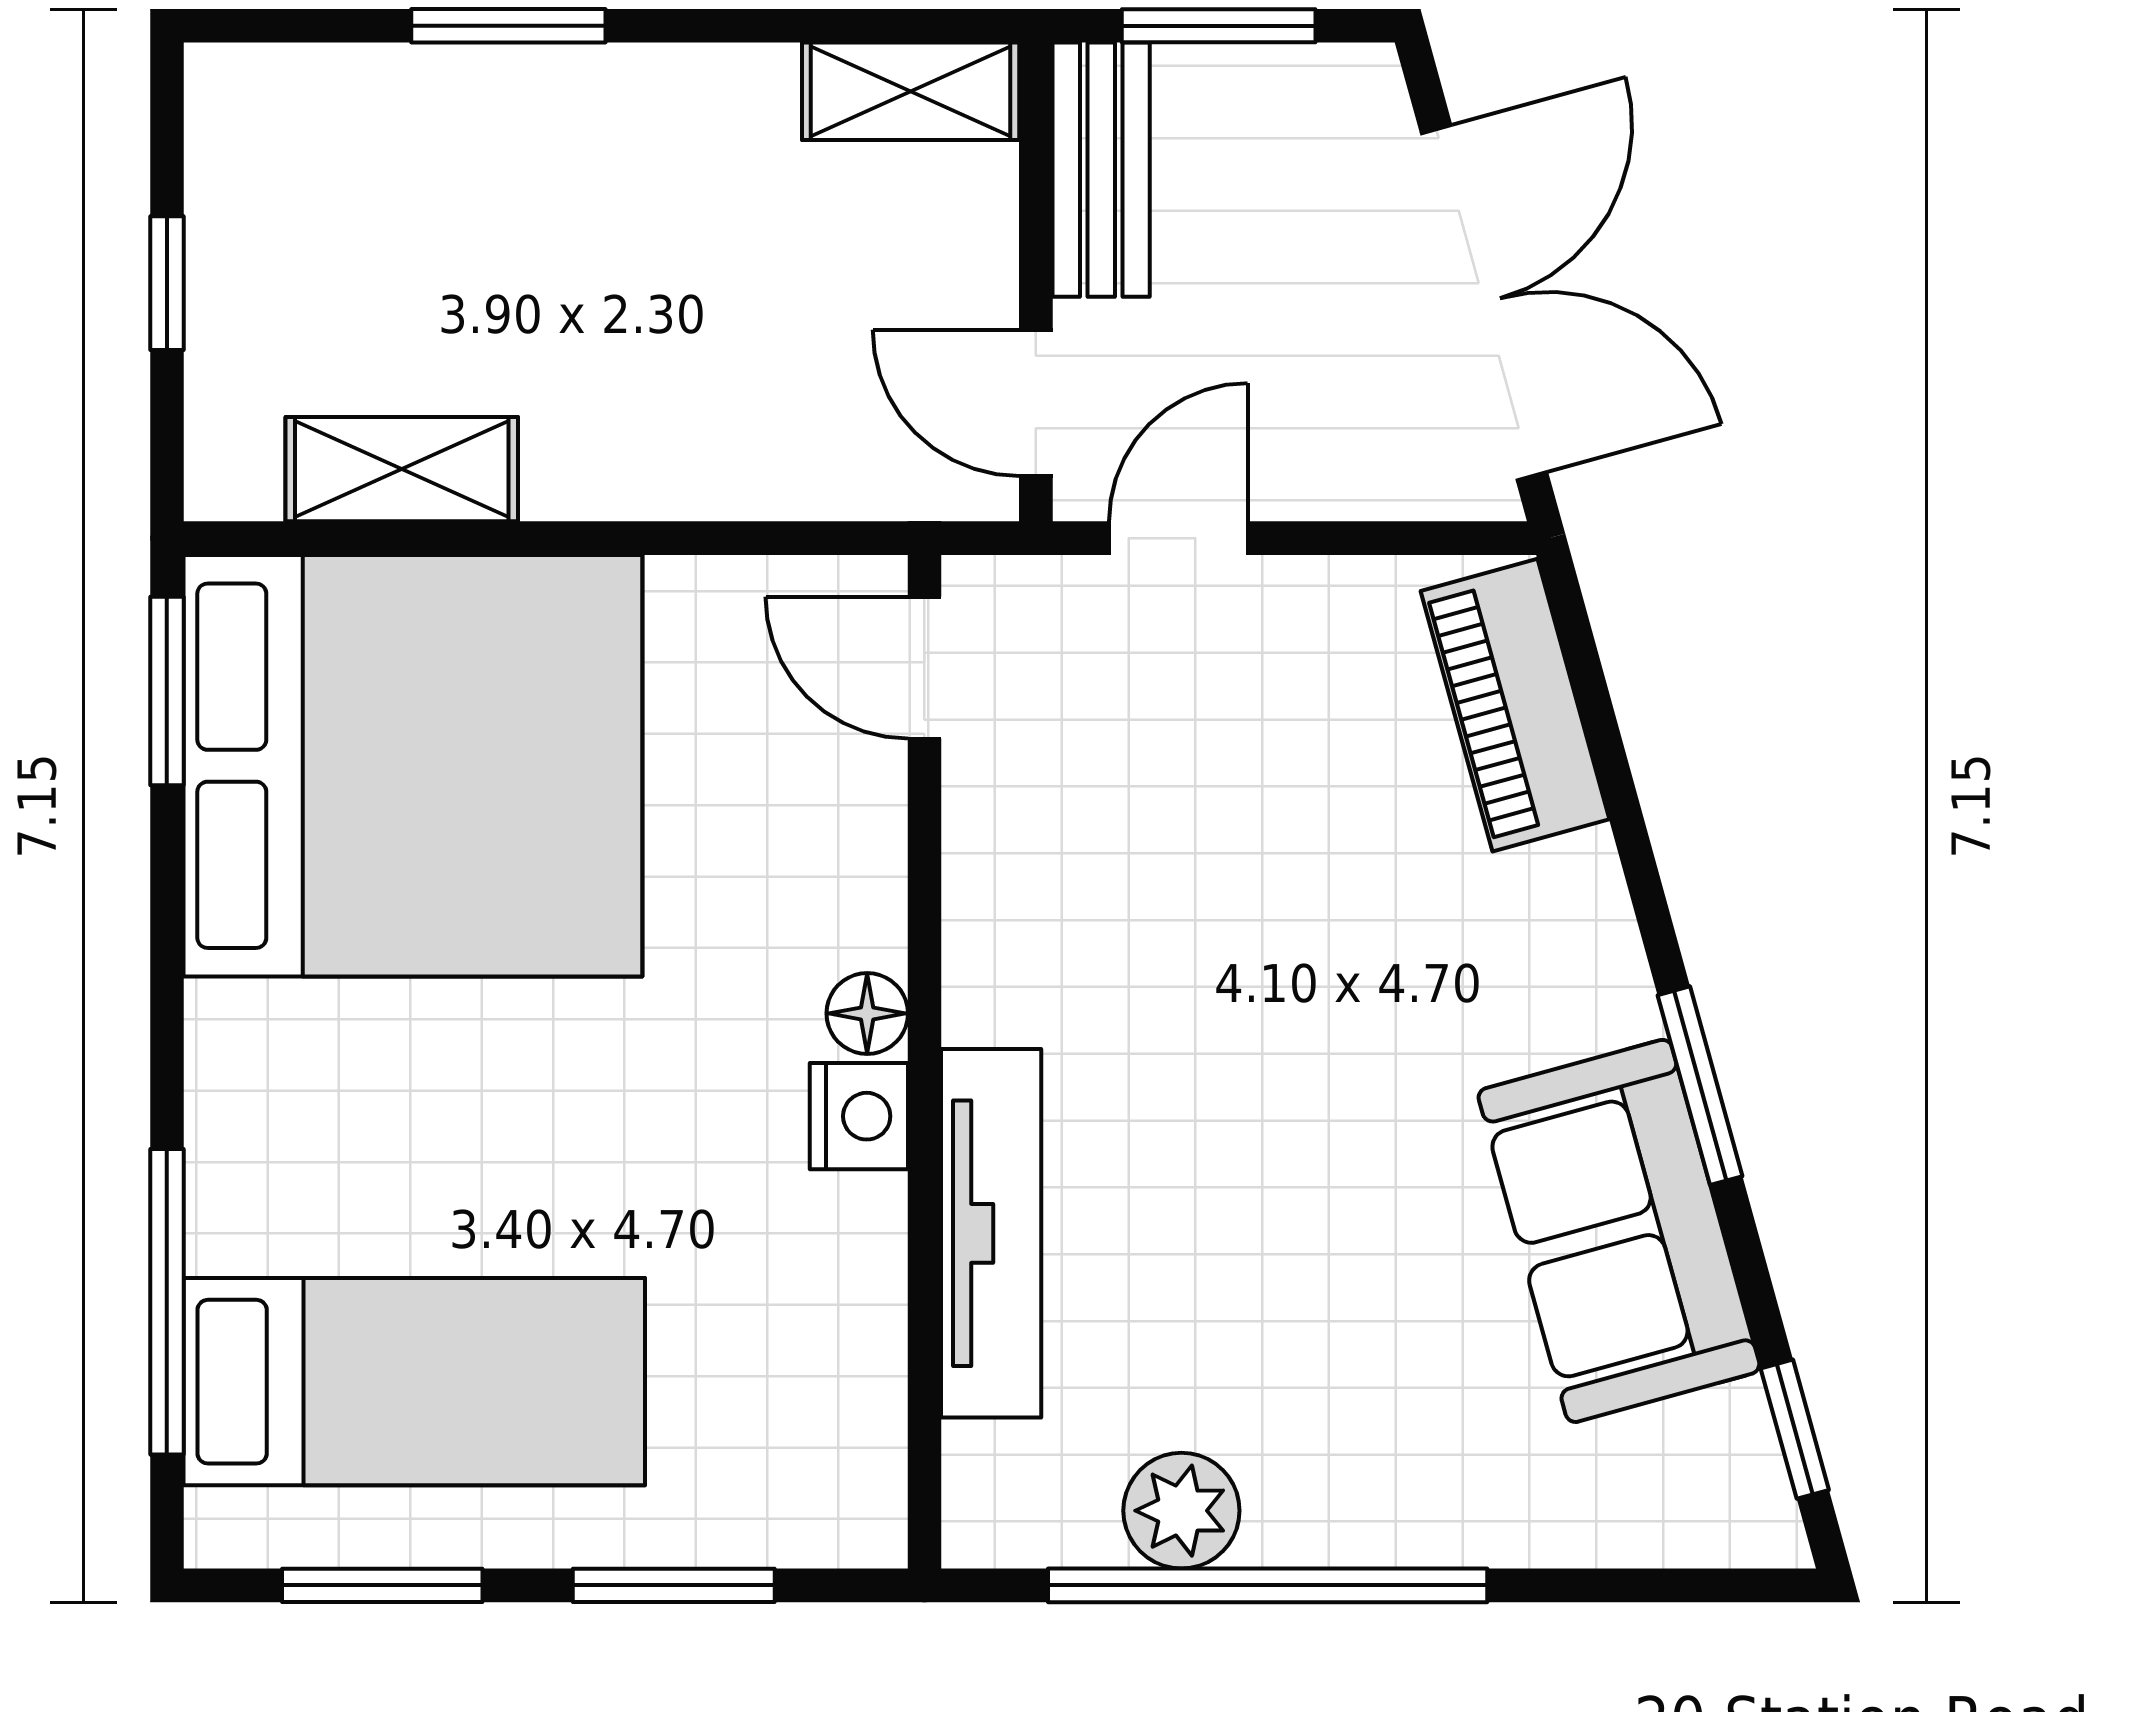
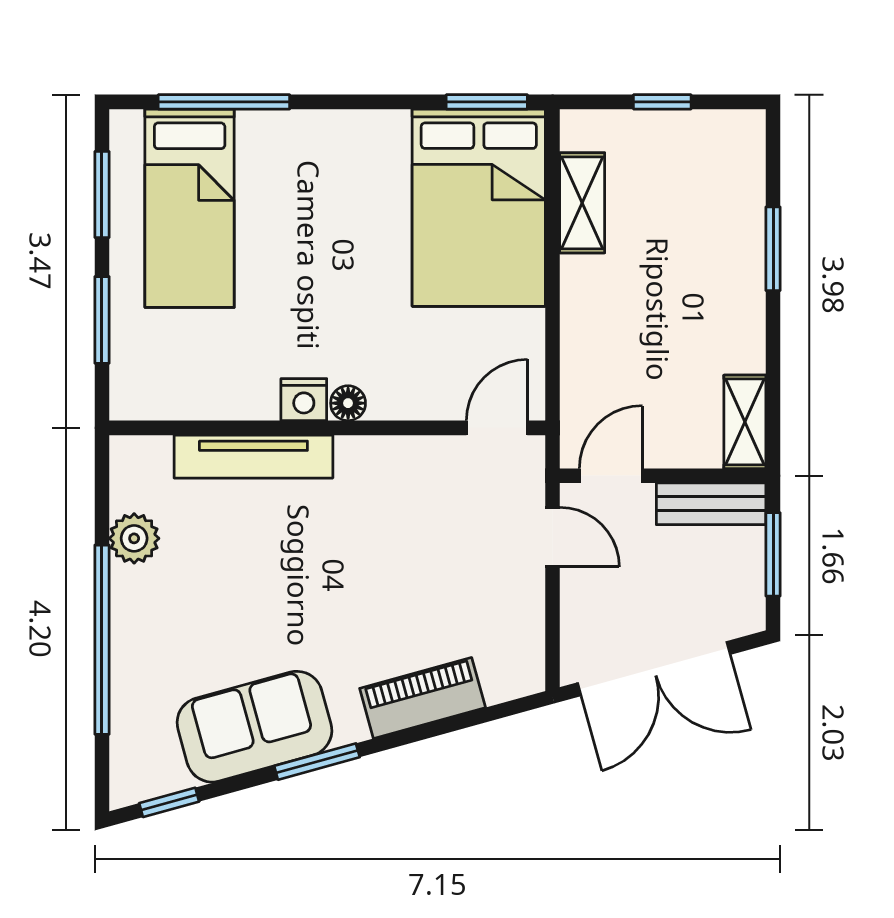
piano: (1515, 705) -> (423, 698), moved
bed: (413, 766) -> (479, 208), width x0.73
window: (1268, 1585) -> (102, 640), moved

